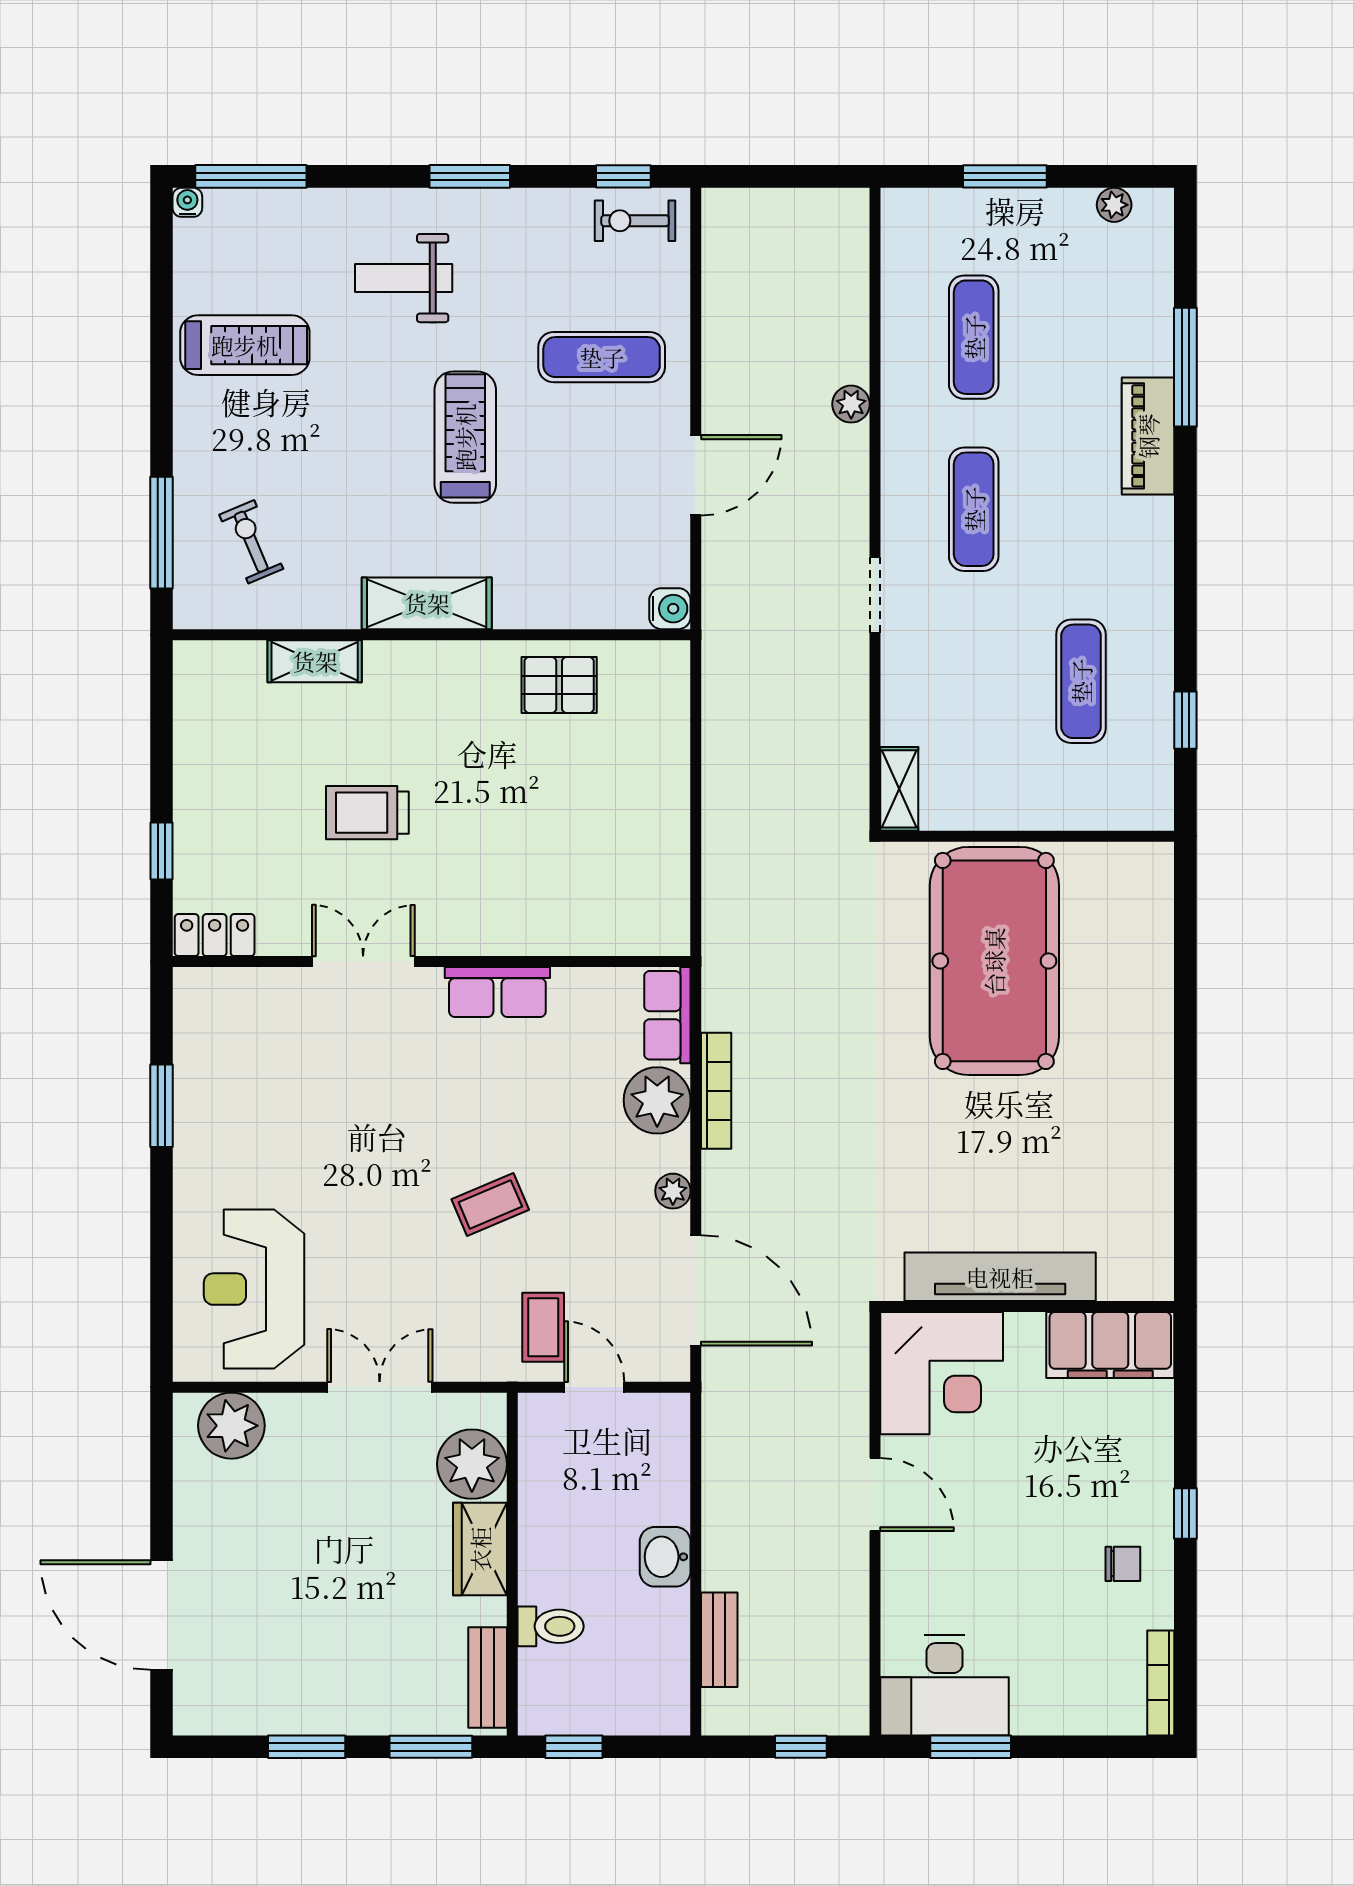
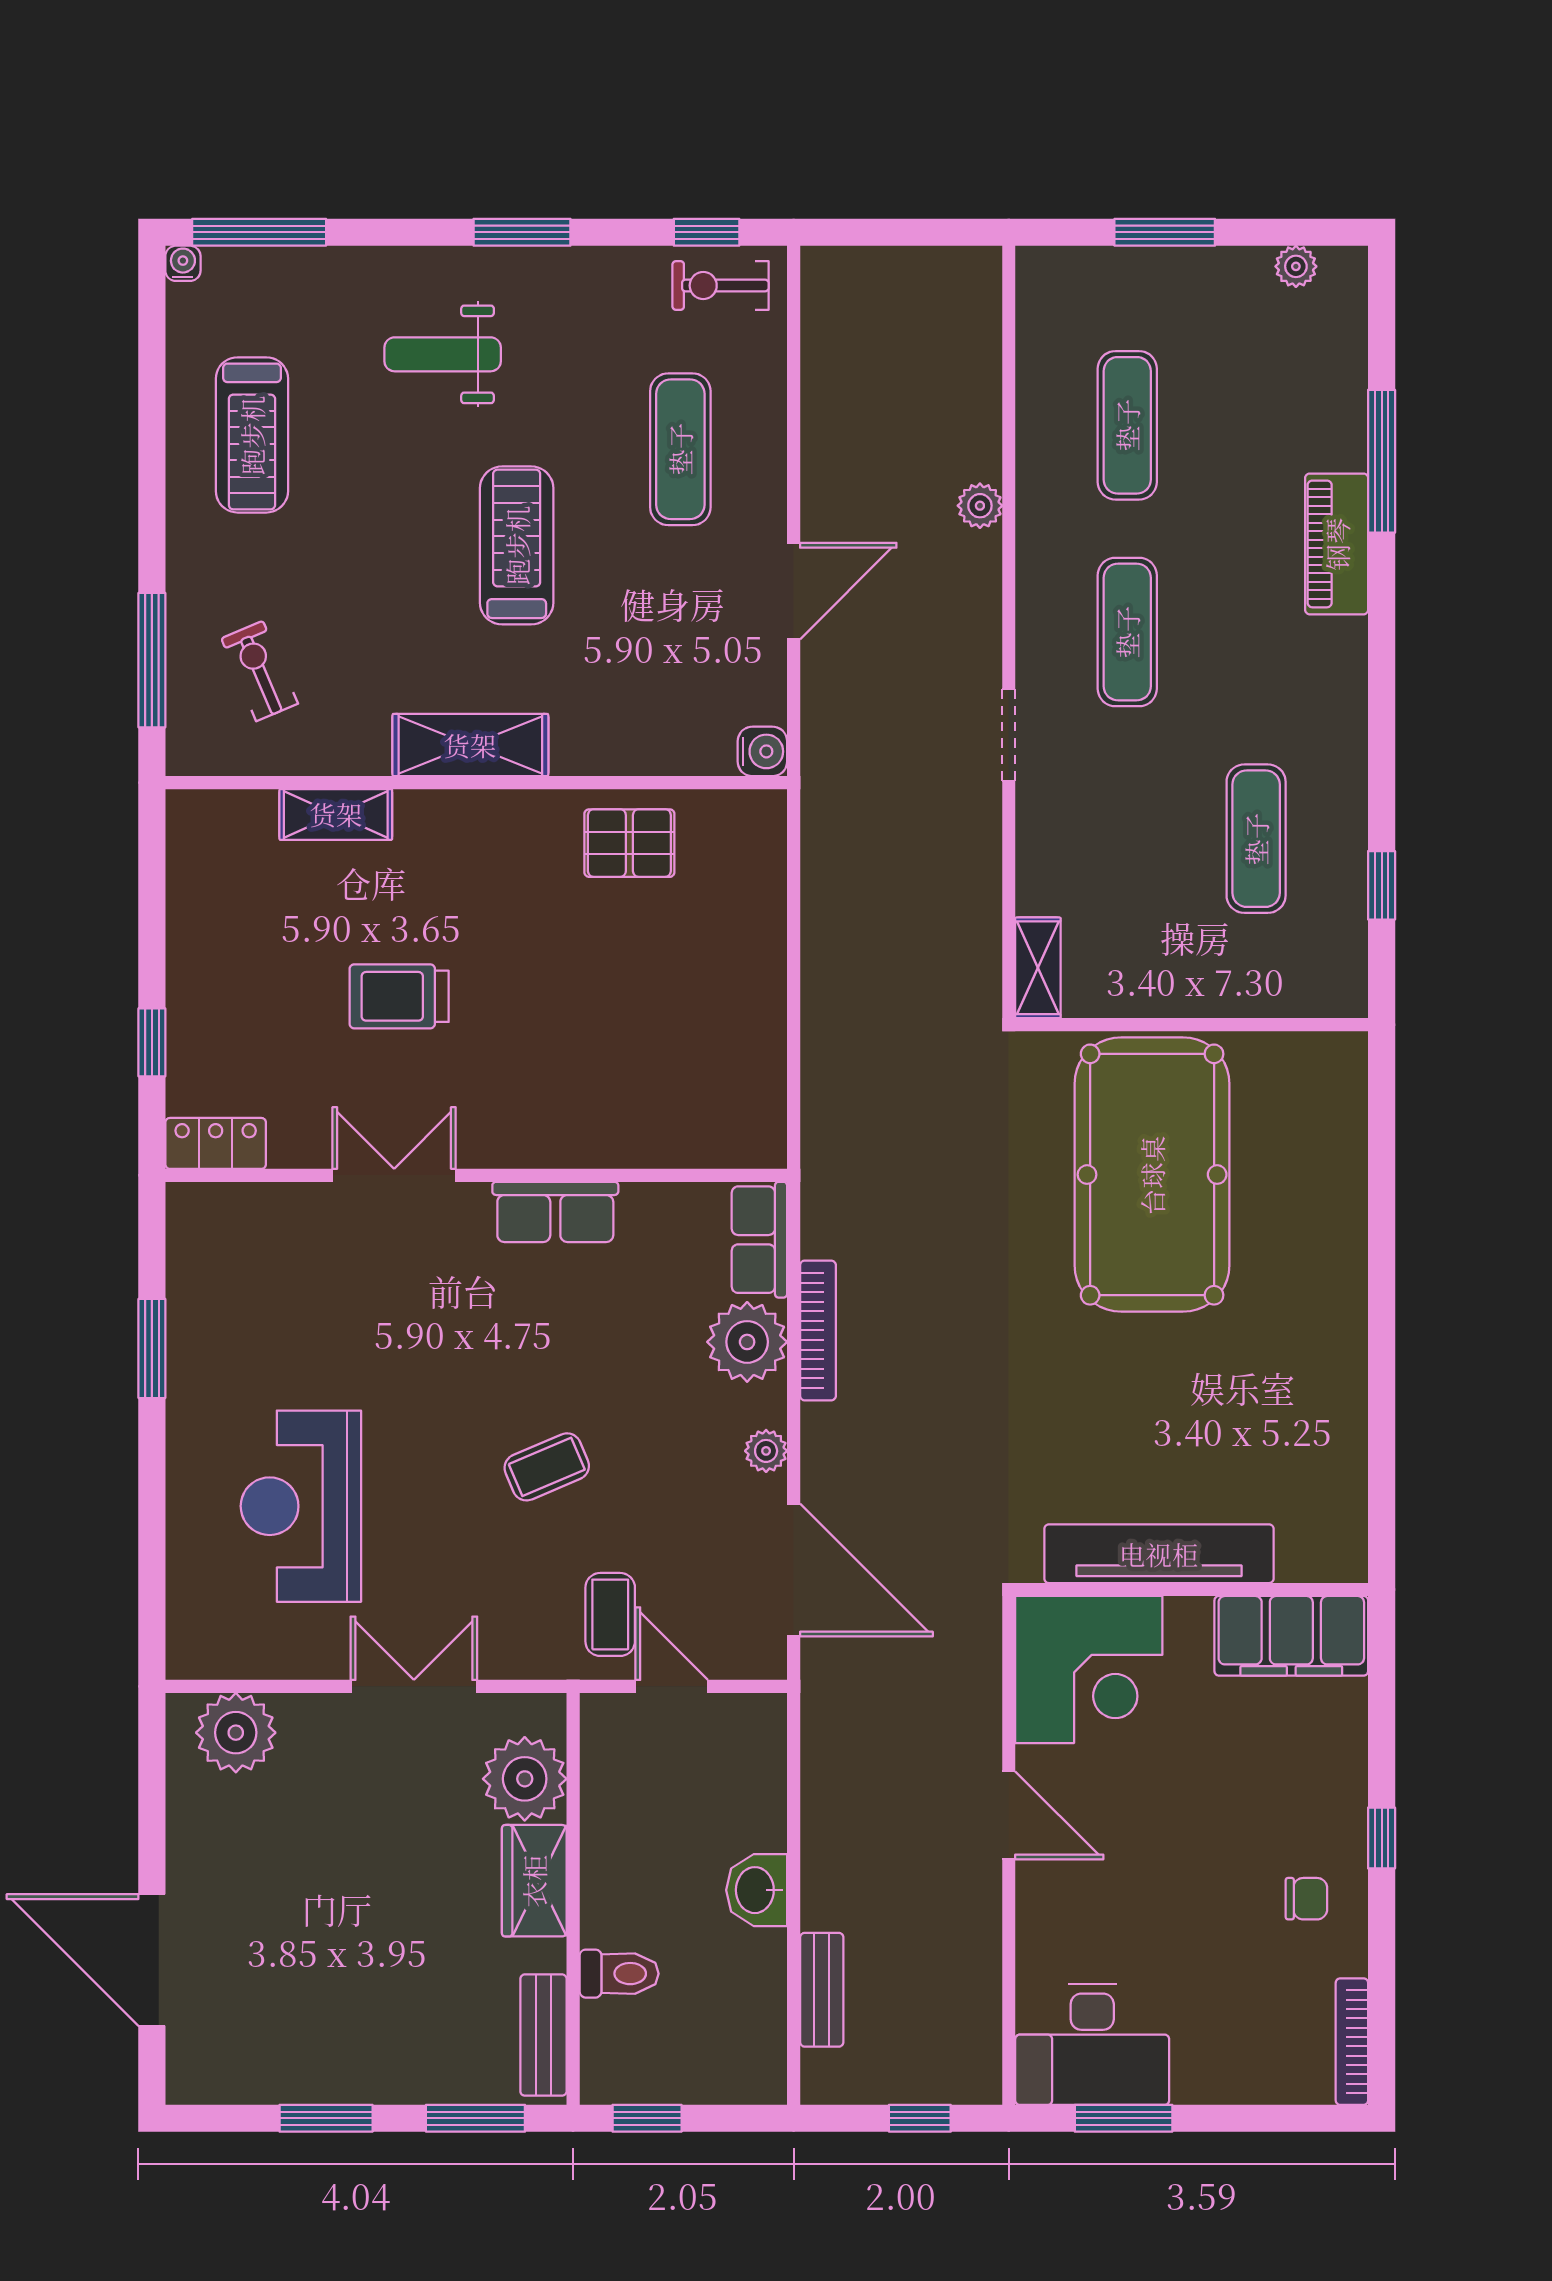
treadmill: (245, 345) -> (252, 435), turned 90
exercise mat: (602, 357) -> (680, 449), turned 90
reception desk: (254, 1289) -> (301, 1506), moved

